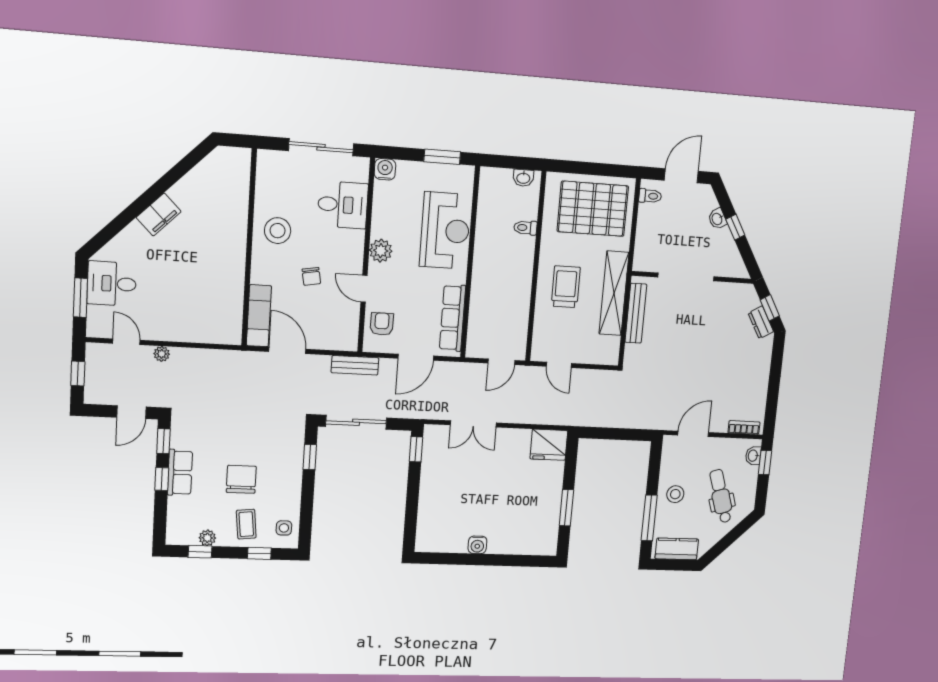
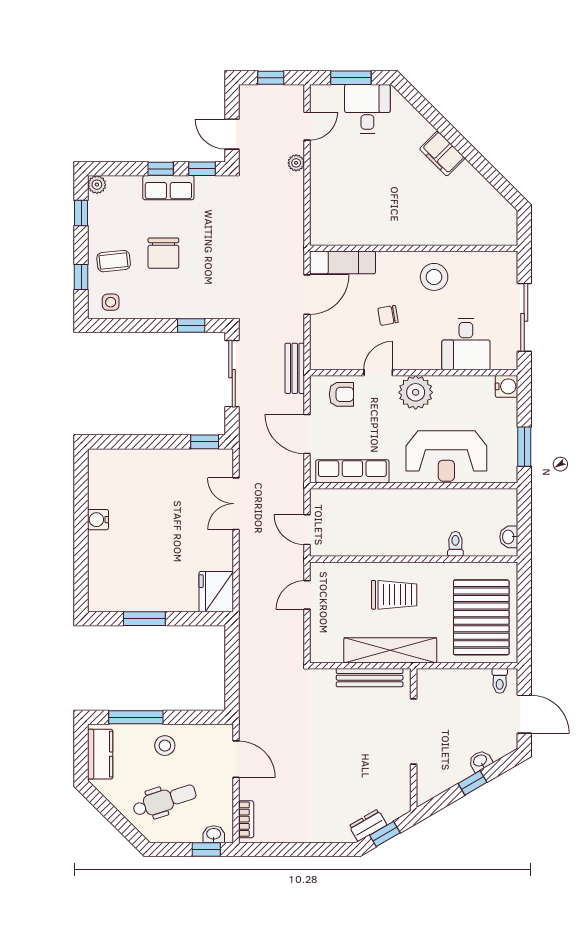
plant: (381, 251) -> (416, 392), width x1.36, depth x1.36
chair: (241, 479) -> (163, 253), turned 90
plant: (207, 538) -> (97, 185), moved

